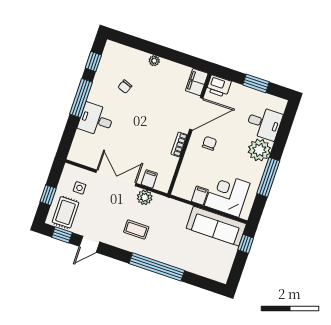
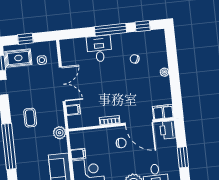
plant: (145, 197) -> (60, 133), moved

